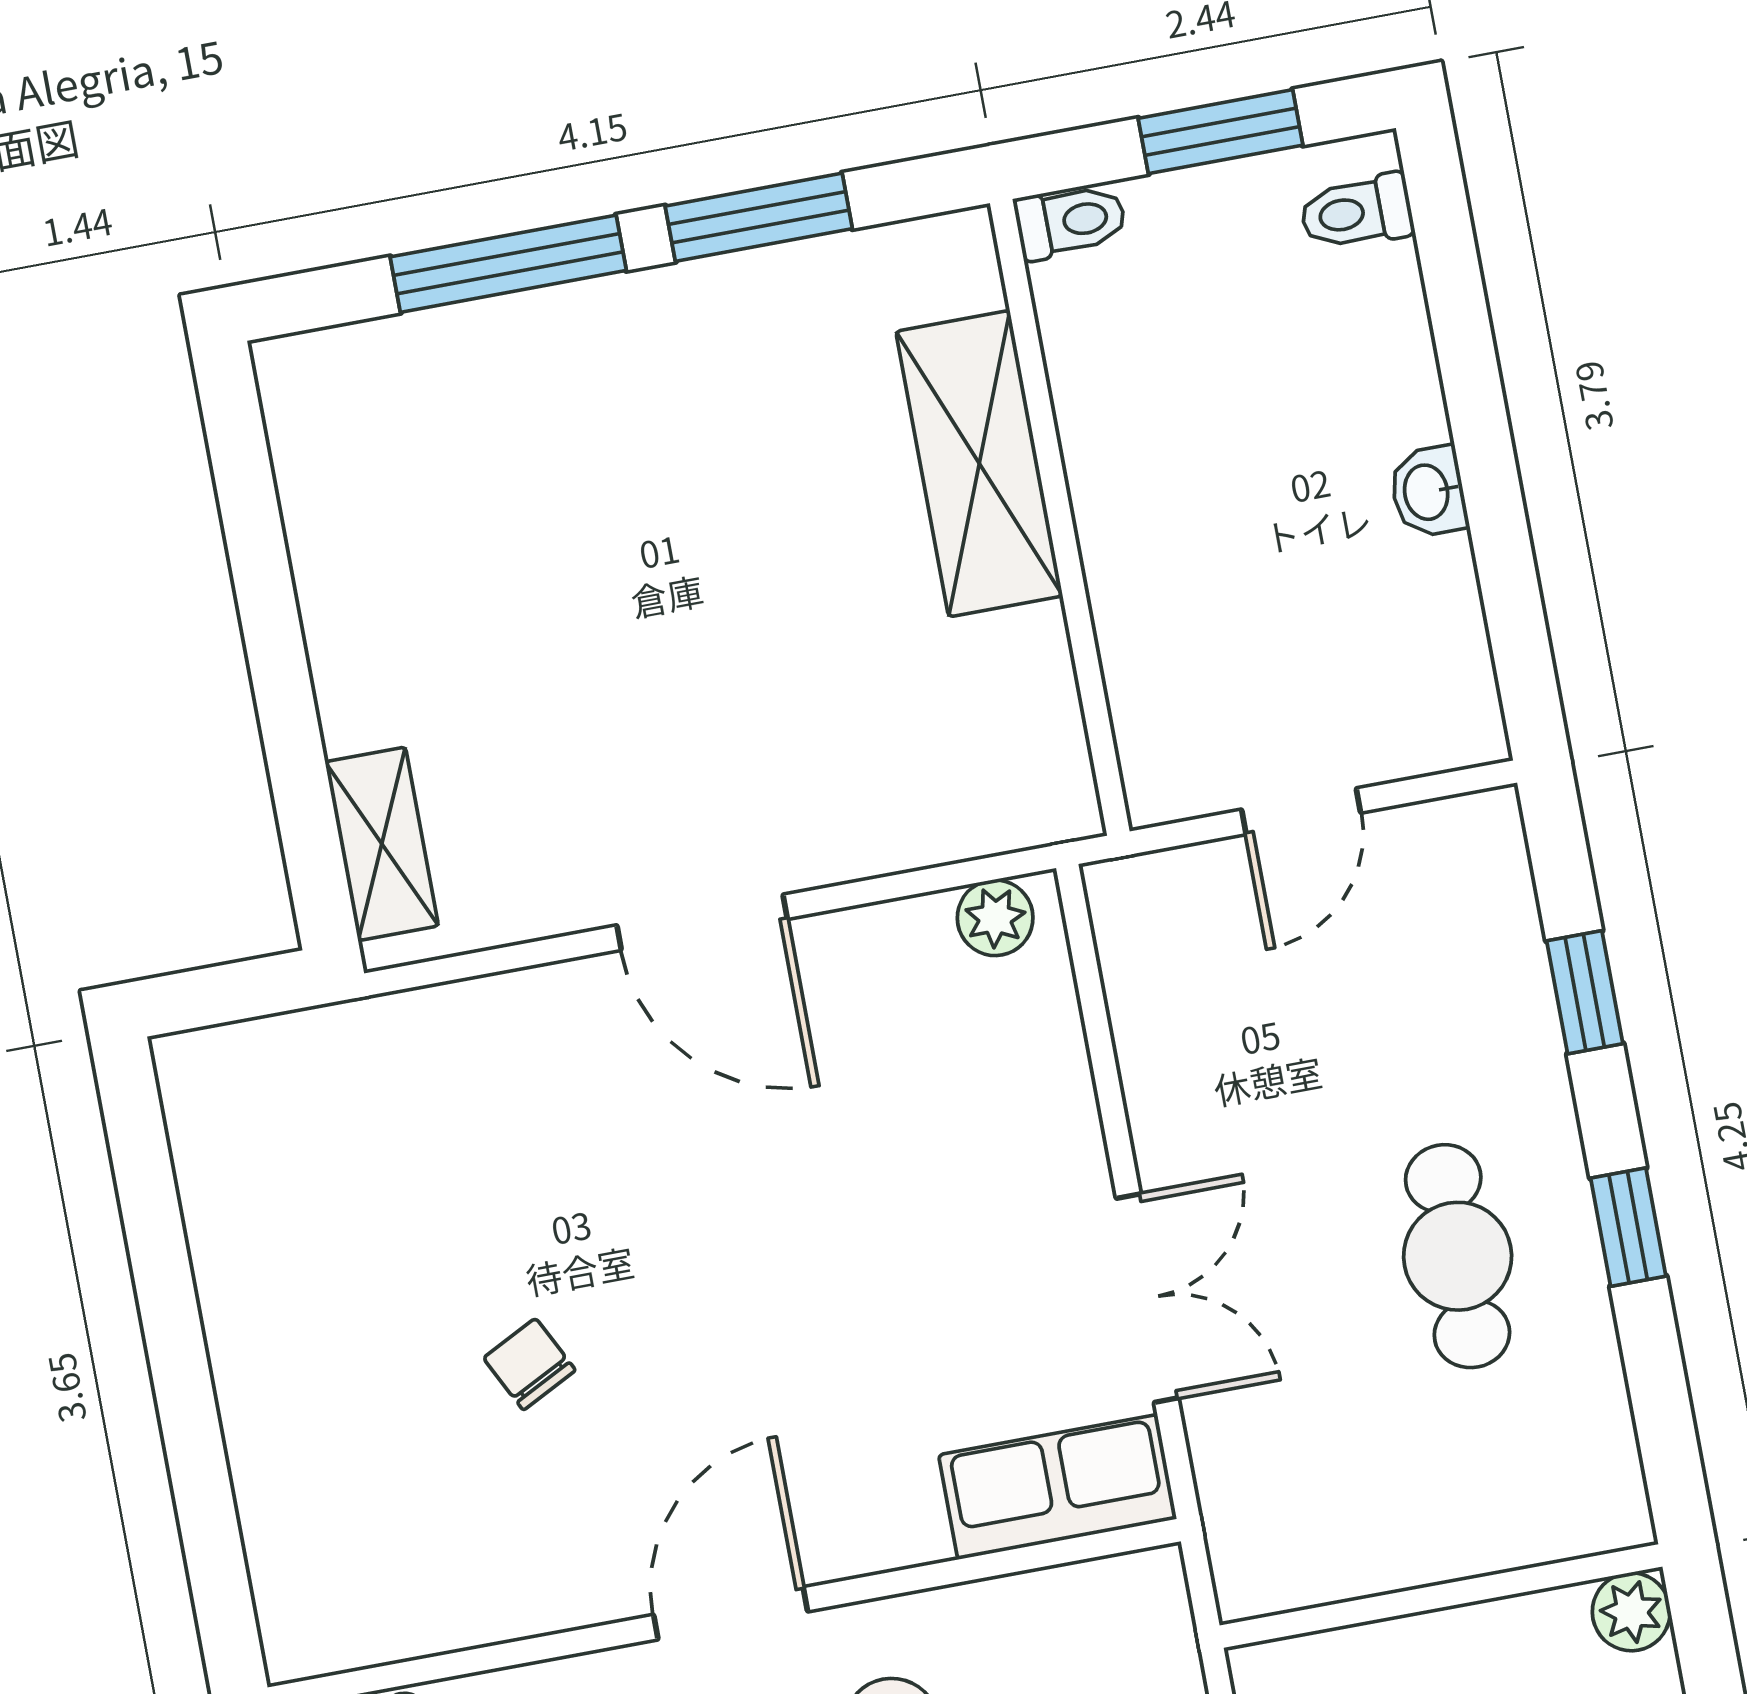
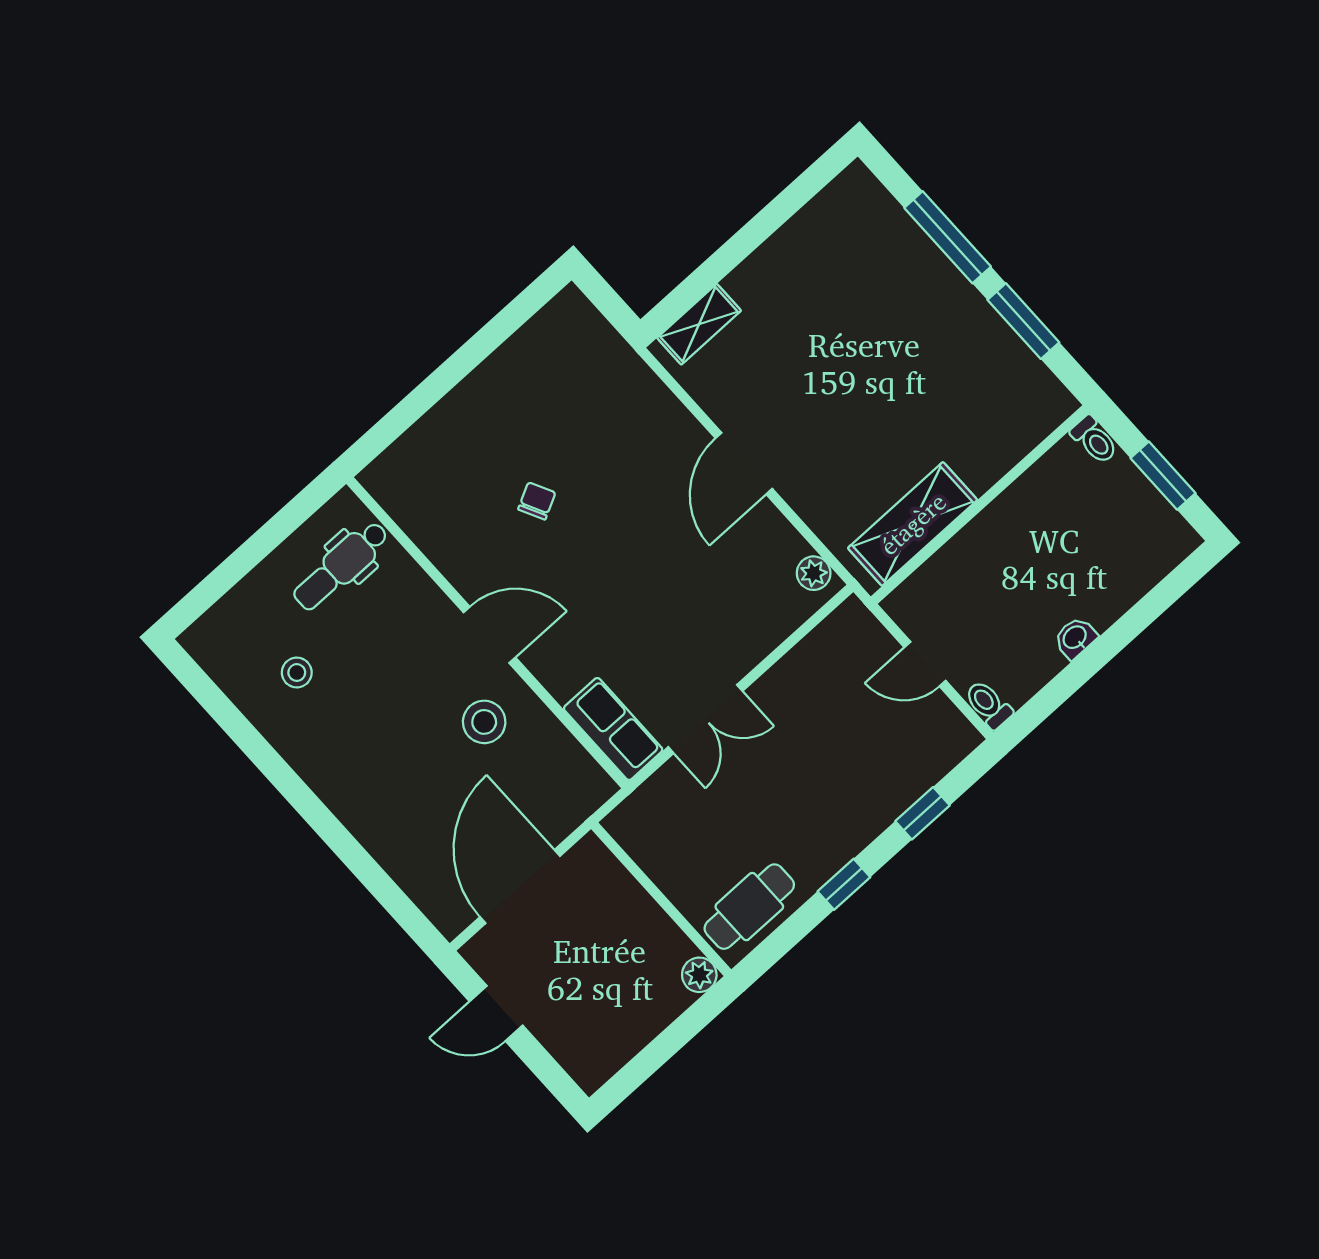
toilet: (1357, 212) -> (988, 705), moved
shelving: (979, 464) -> (913, 524), moved
cafe table: (1458, 1256) -> (749, 907), moved

